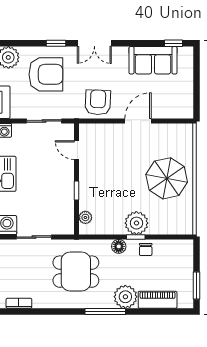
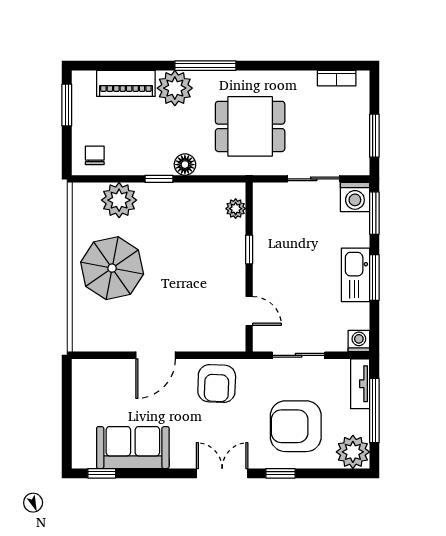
plant: (136, 223) -> (119, 200), moved
chair: (146, 249) -> (95, 155), moved

